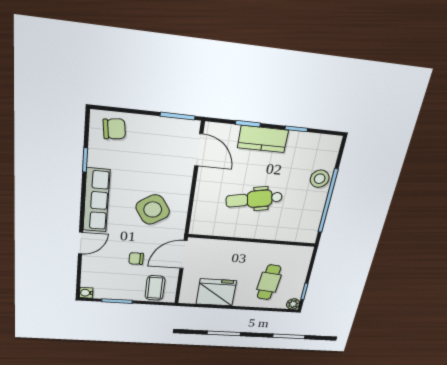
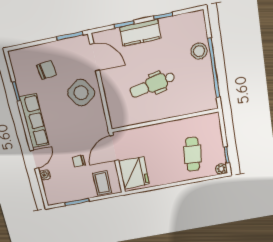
chair: (114, 129) -> (47, 70), moved
side table: (153, 210) -> (81, 93), moved
fridge: (216, 292) -> (134, 173), moved, turned 90
water cooler: (86, 293) -> (45, 175), moved

